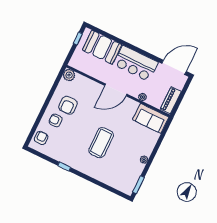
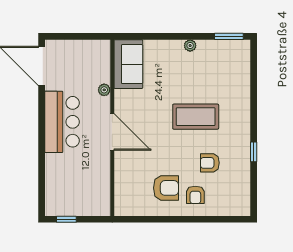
booth: (102, 47) -> (62, 180), removed
plant: (69, 75) -> (123, 207), removed
piano: (171, 100) -> (90, 48), removed
armchair: (41, 138) -> (210, 163), moved

